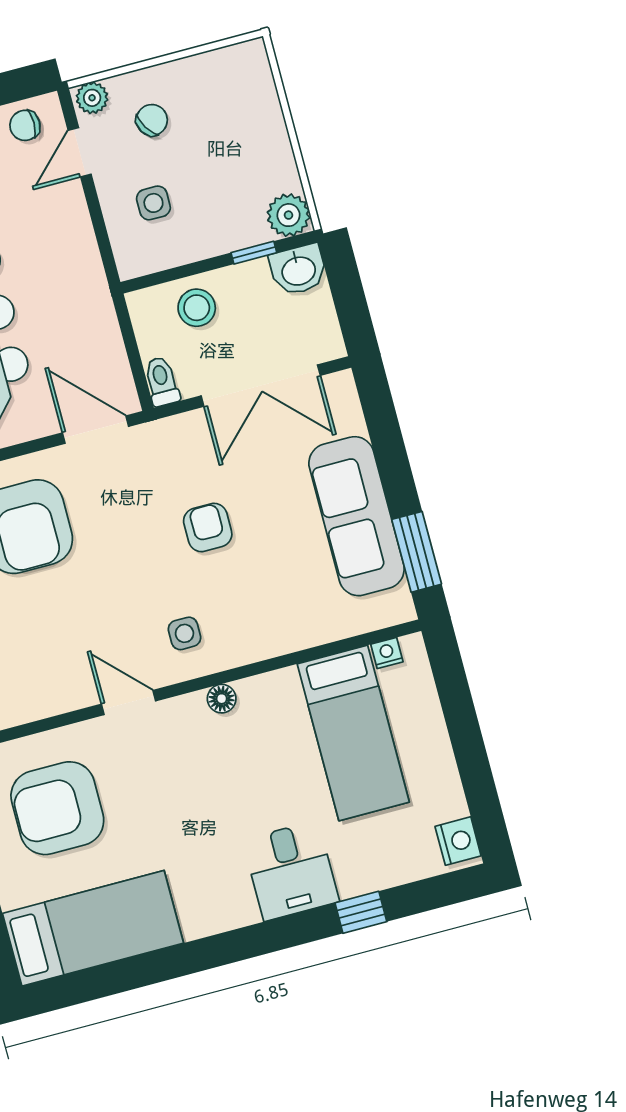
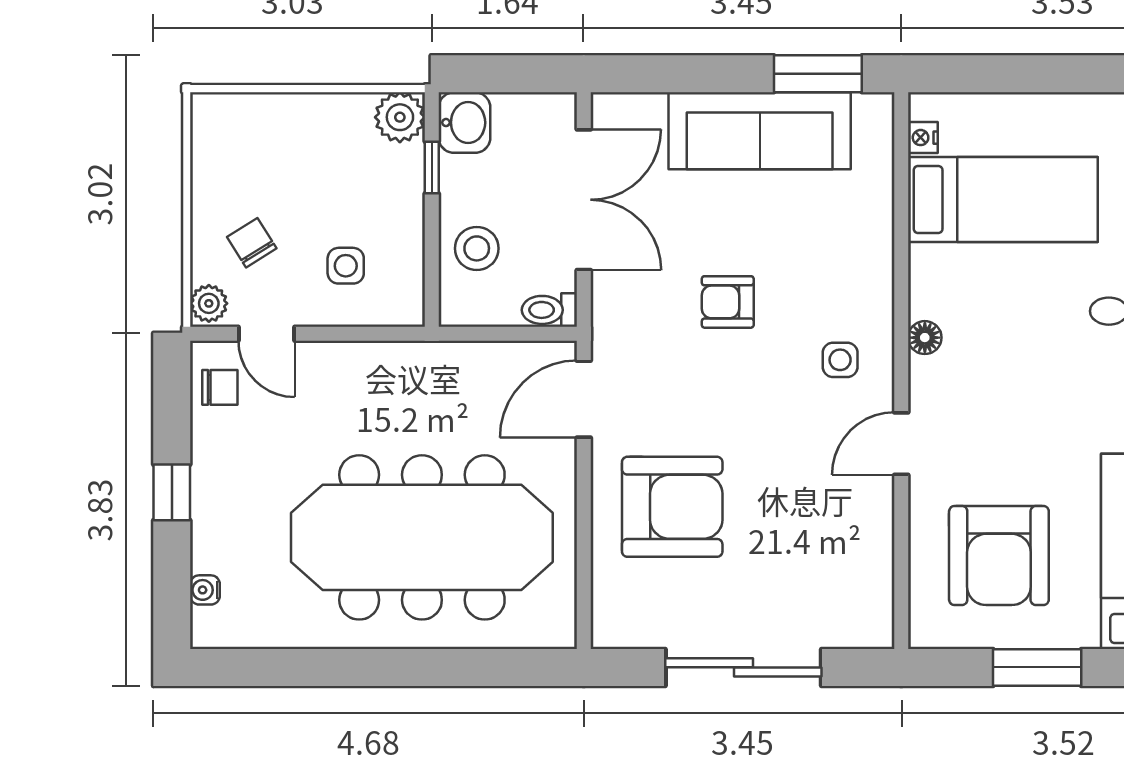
chair: (25, 125) -> (220, 387), turned -90

